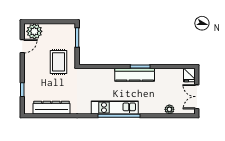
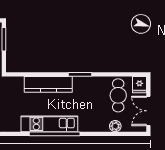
kitchen counter: (135, 75) -> (48, 84), moved
cafe table: (172, 84) -> (118, 95), added

